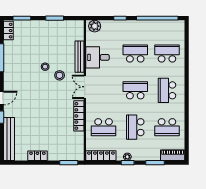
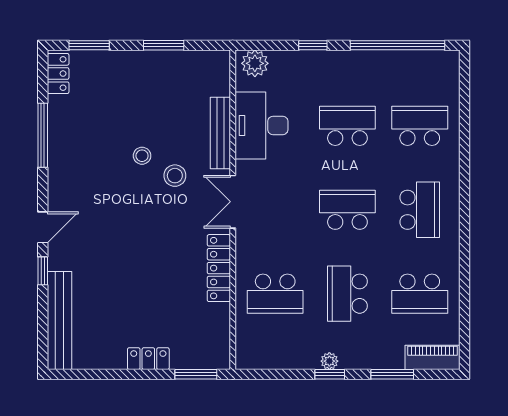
desk: (98, 57) -> (261, 125), width x1.37
school desk: (167, 90) -> (420, 210), turned 180
locker: (37, 156) -> (148, 359), moved
locker: (101, 156) -> (269, 358), removed

